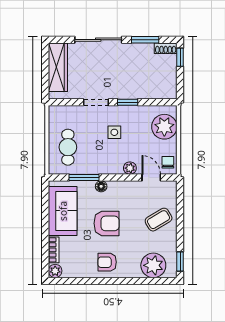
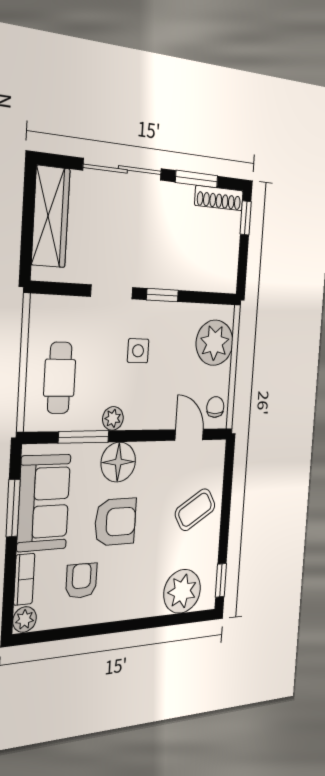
shoe rack: (166, 48) -> (219, 198), width x1.43
plant: (130, 168) -> (113, 418), moved
floor lamp: (101, 186) -> (118, 462), width x1.89, depth x1.89
window: (45, 213) -> (13, 508), added
armchair: (107, 262) -> (81, 581), moved, turned 90

